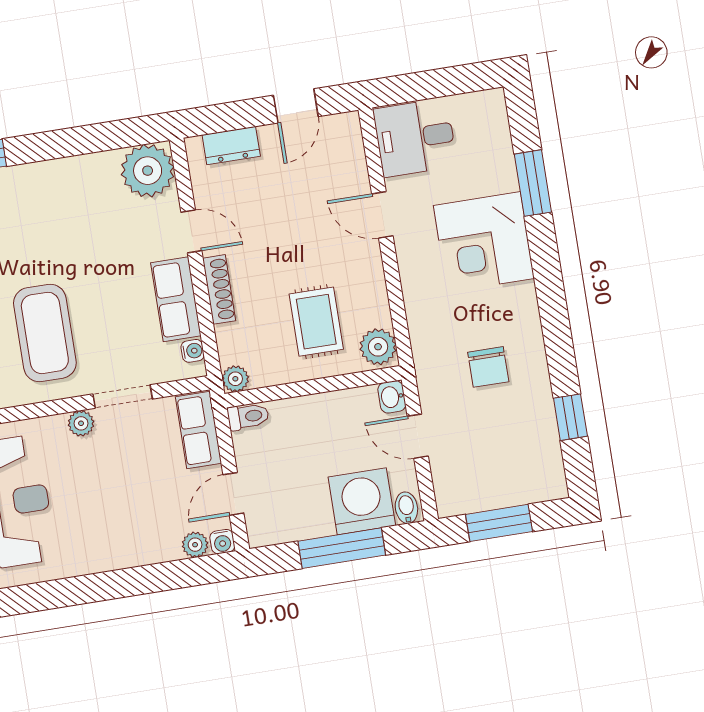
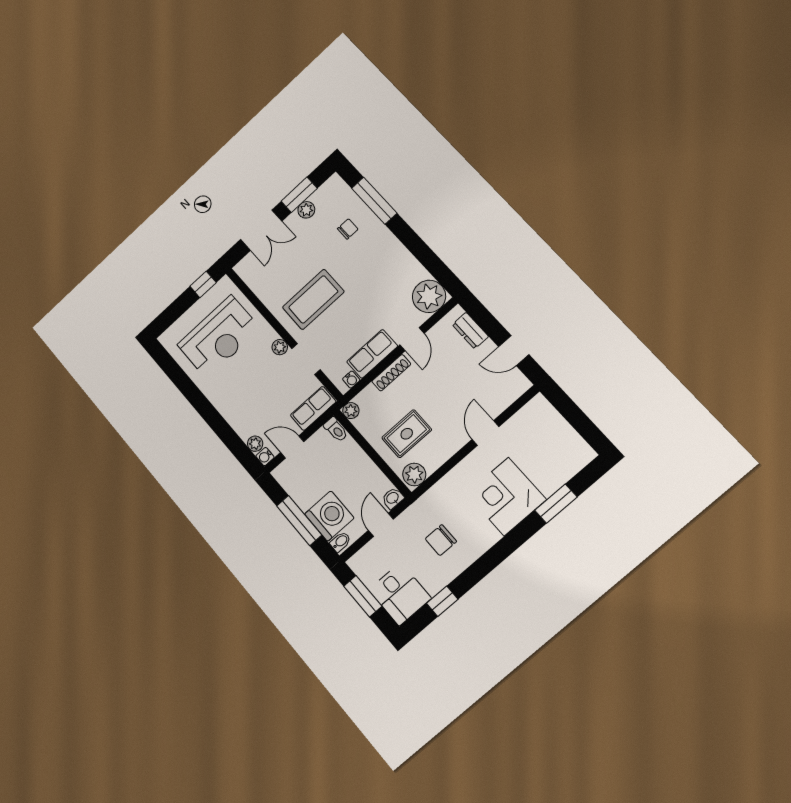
desk: (415, 138) -> (400, 594), moved, turned 180

